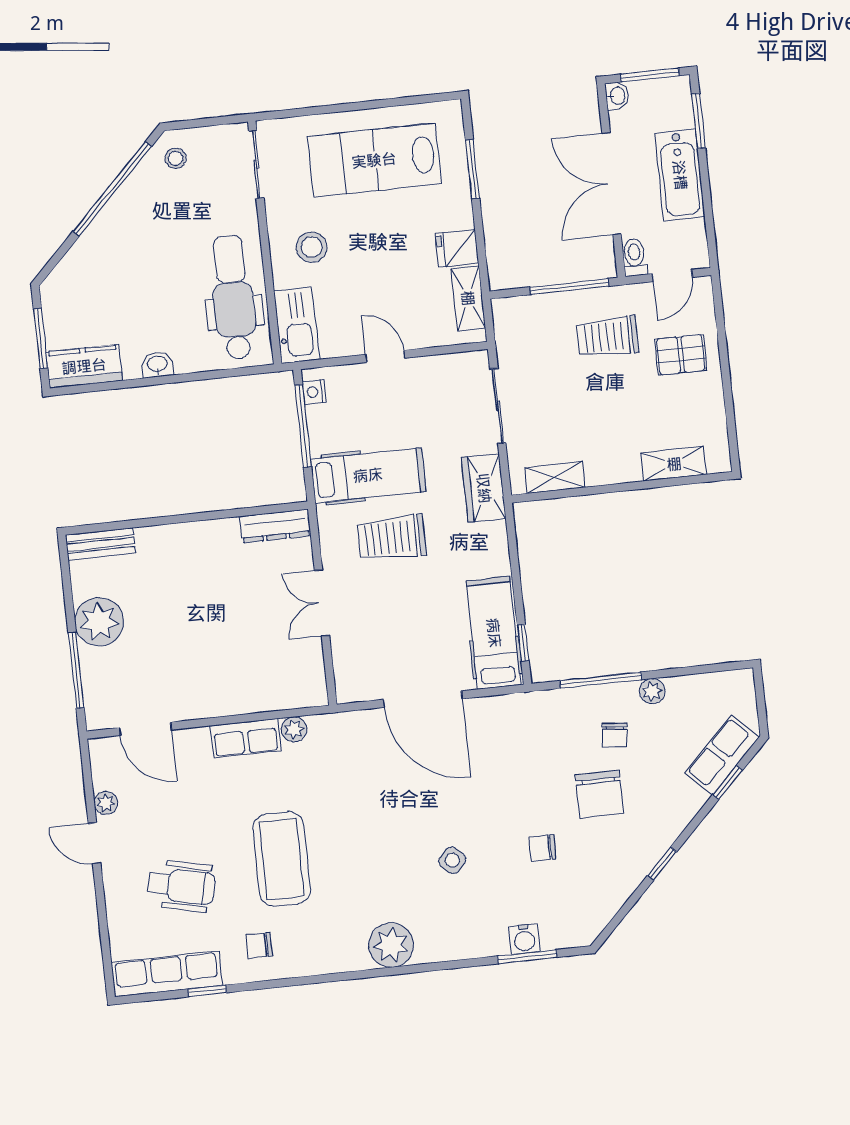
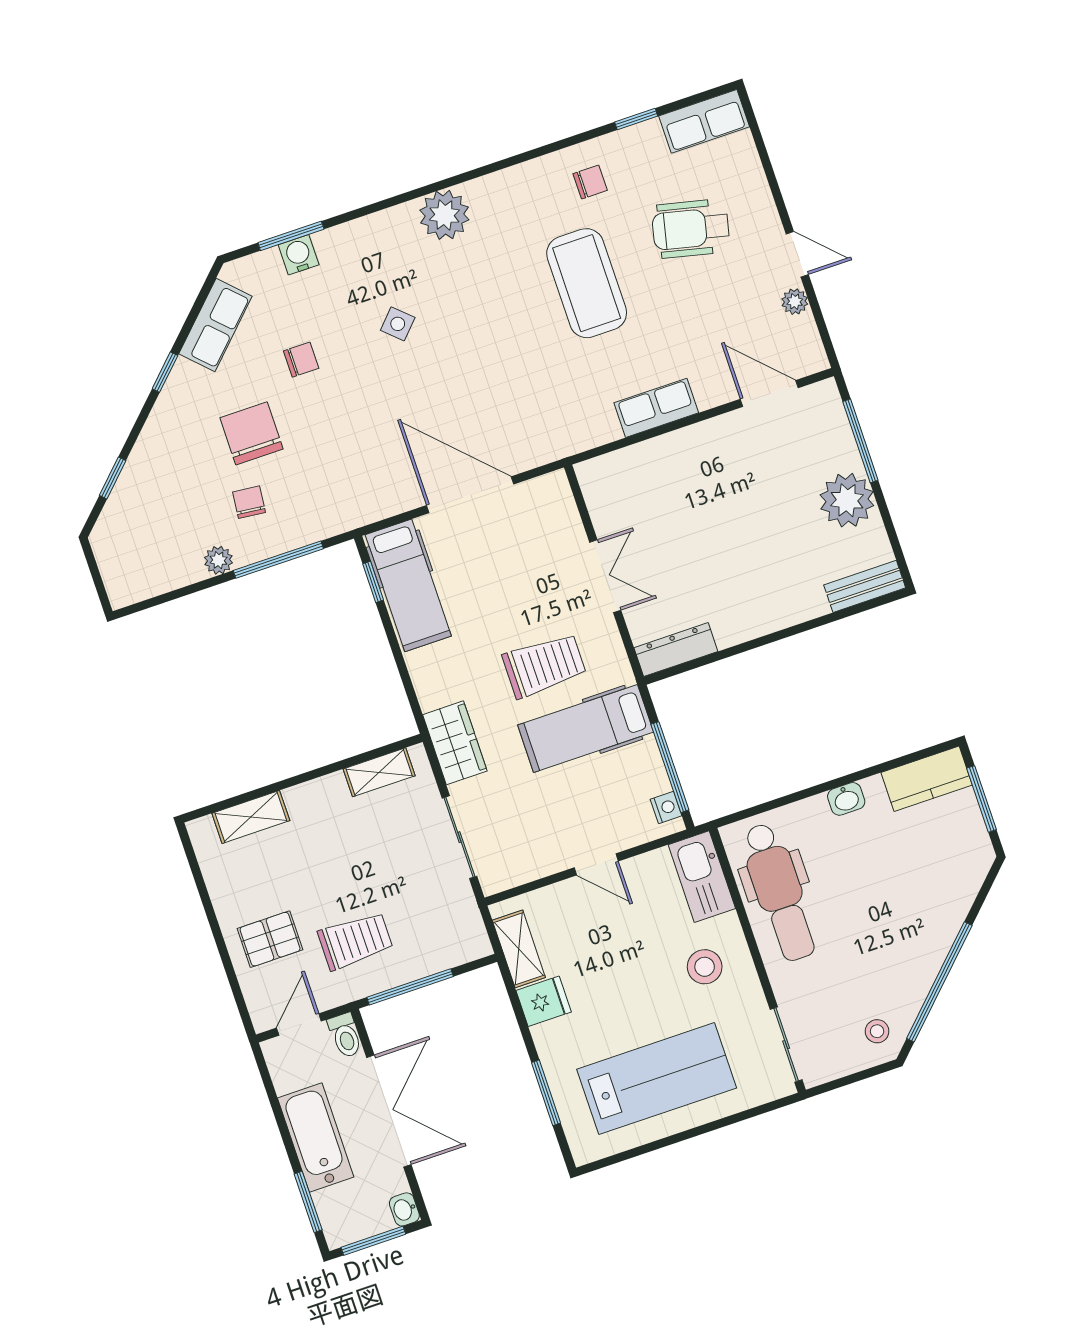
plant: (294, 729) -> (605, 429), removed
row of seats: (722, 755) -> (215, 325), moved
row of seats: (167, 974) -> (704, 121), width x0.68

